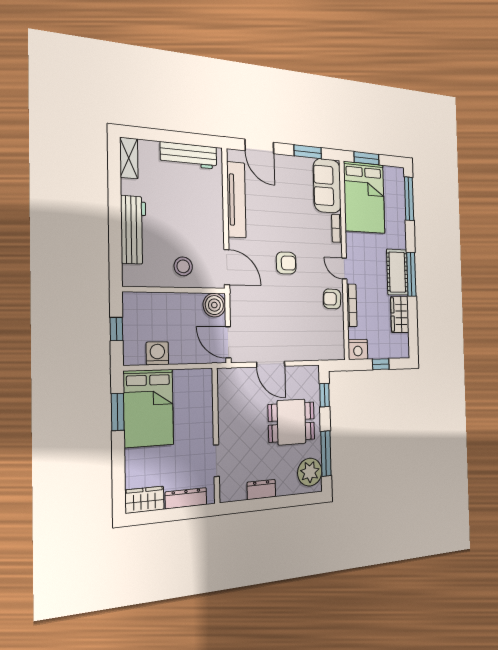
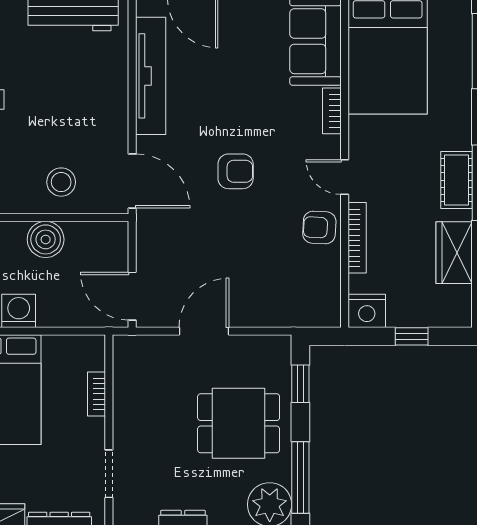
cot: (397, 272) -> (456, 180), width x0.73, depth x0.75
boiler: (214, 305) -> (46, 239), moved
door: (271, 364) -> (204, 331), swing flipped
bookcase: (208, 408) -> (96, 394), added

